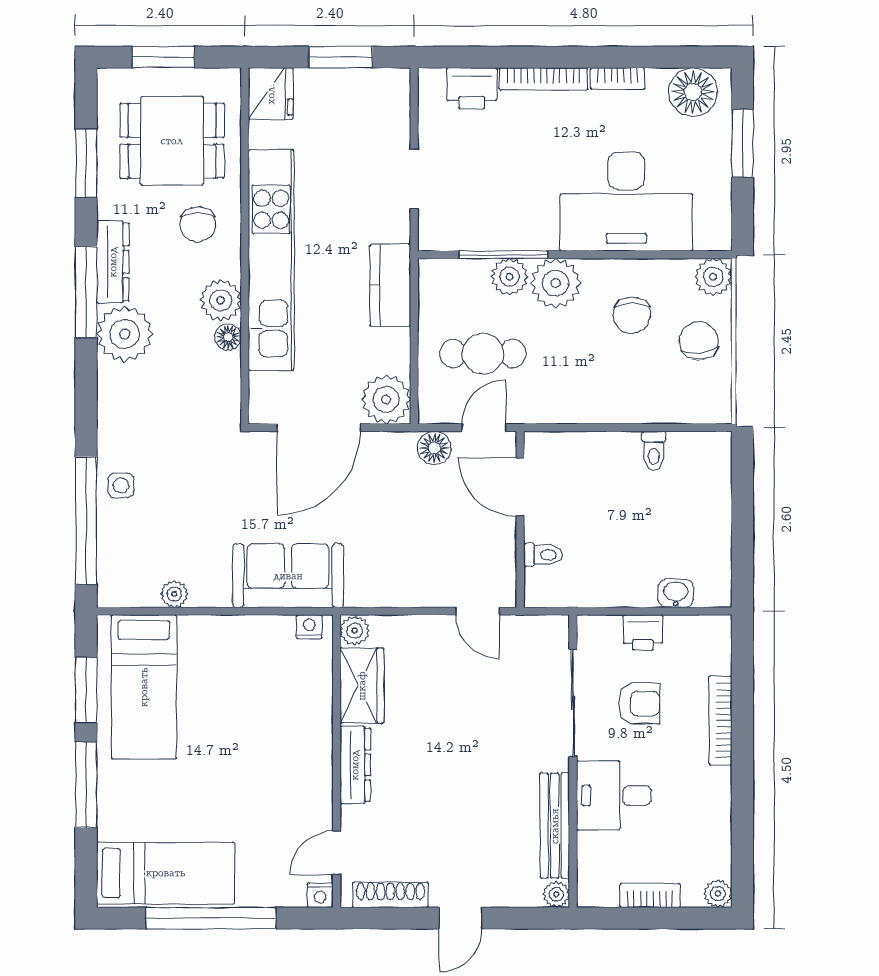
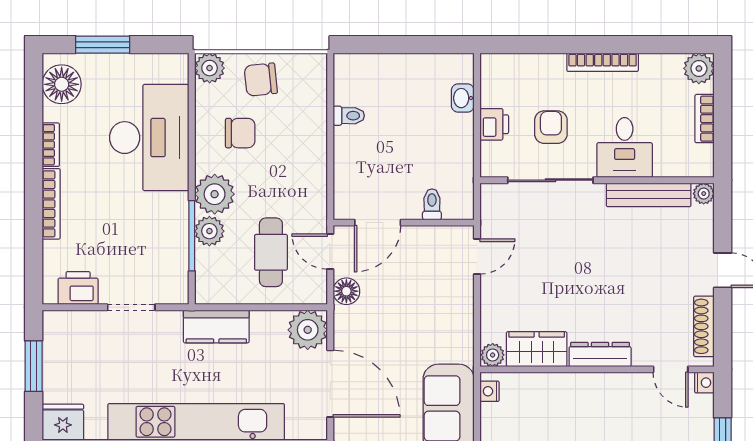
printer: (472, 88) -> (78, 288), moved, turned -90
bookcase: (720, 721) -> (603, 62), moved
plant: (718, 894) -> (699, 68), width x1.38, depth x1.38

